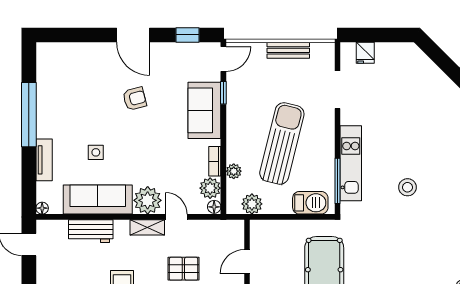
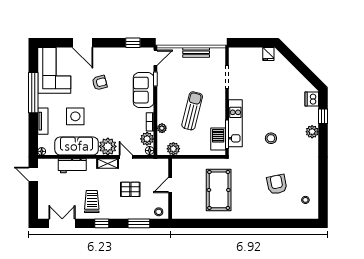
door: (133, 35) -> (83, 43), moved
fridge: (365, 53) -> (268, 54), moved
corner sofa: (62, 79) -> (54, 70), added
sun lounger: (282, 144) -> (192, 111), width x0.73, depth x0.75
side table: (96, 152) -> (75, 116), width x1.87, depth x1.87
barbecue: (310, 203) -> (218, 139), moved, turned -90
armchair: (417, 261) -> (277, 184), added

